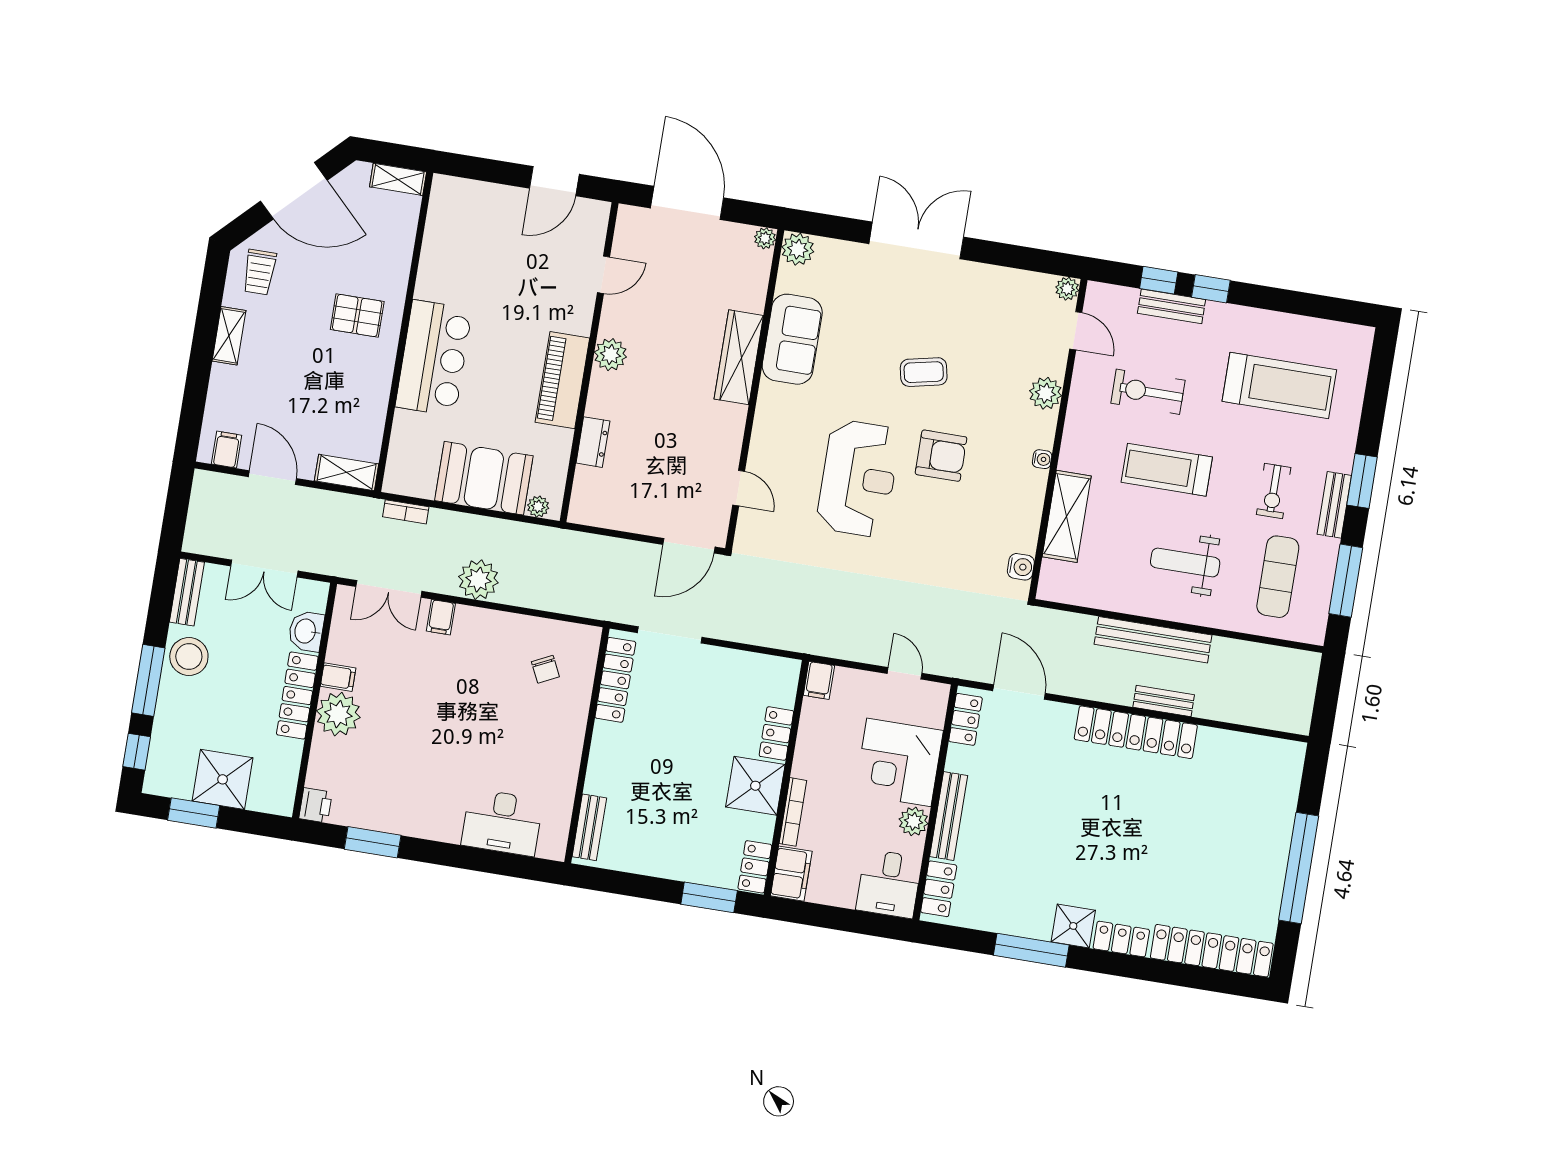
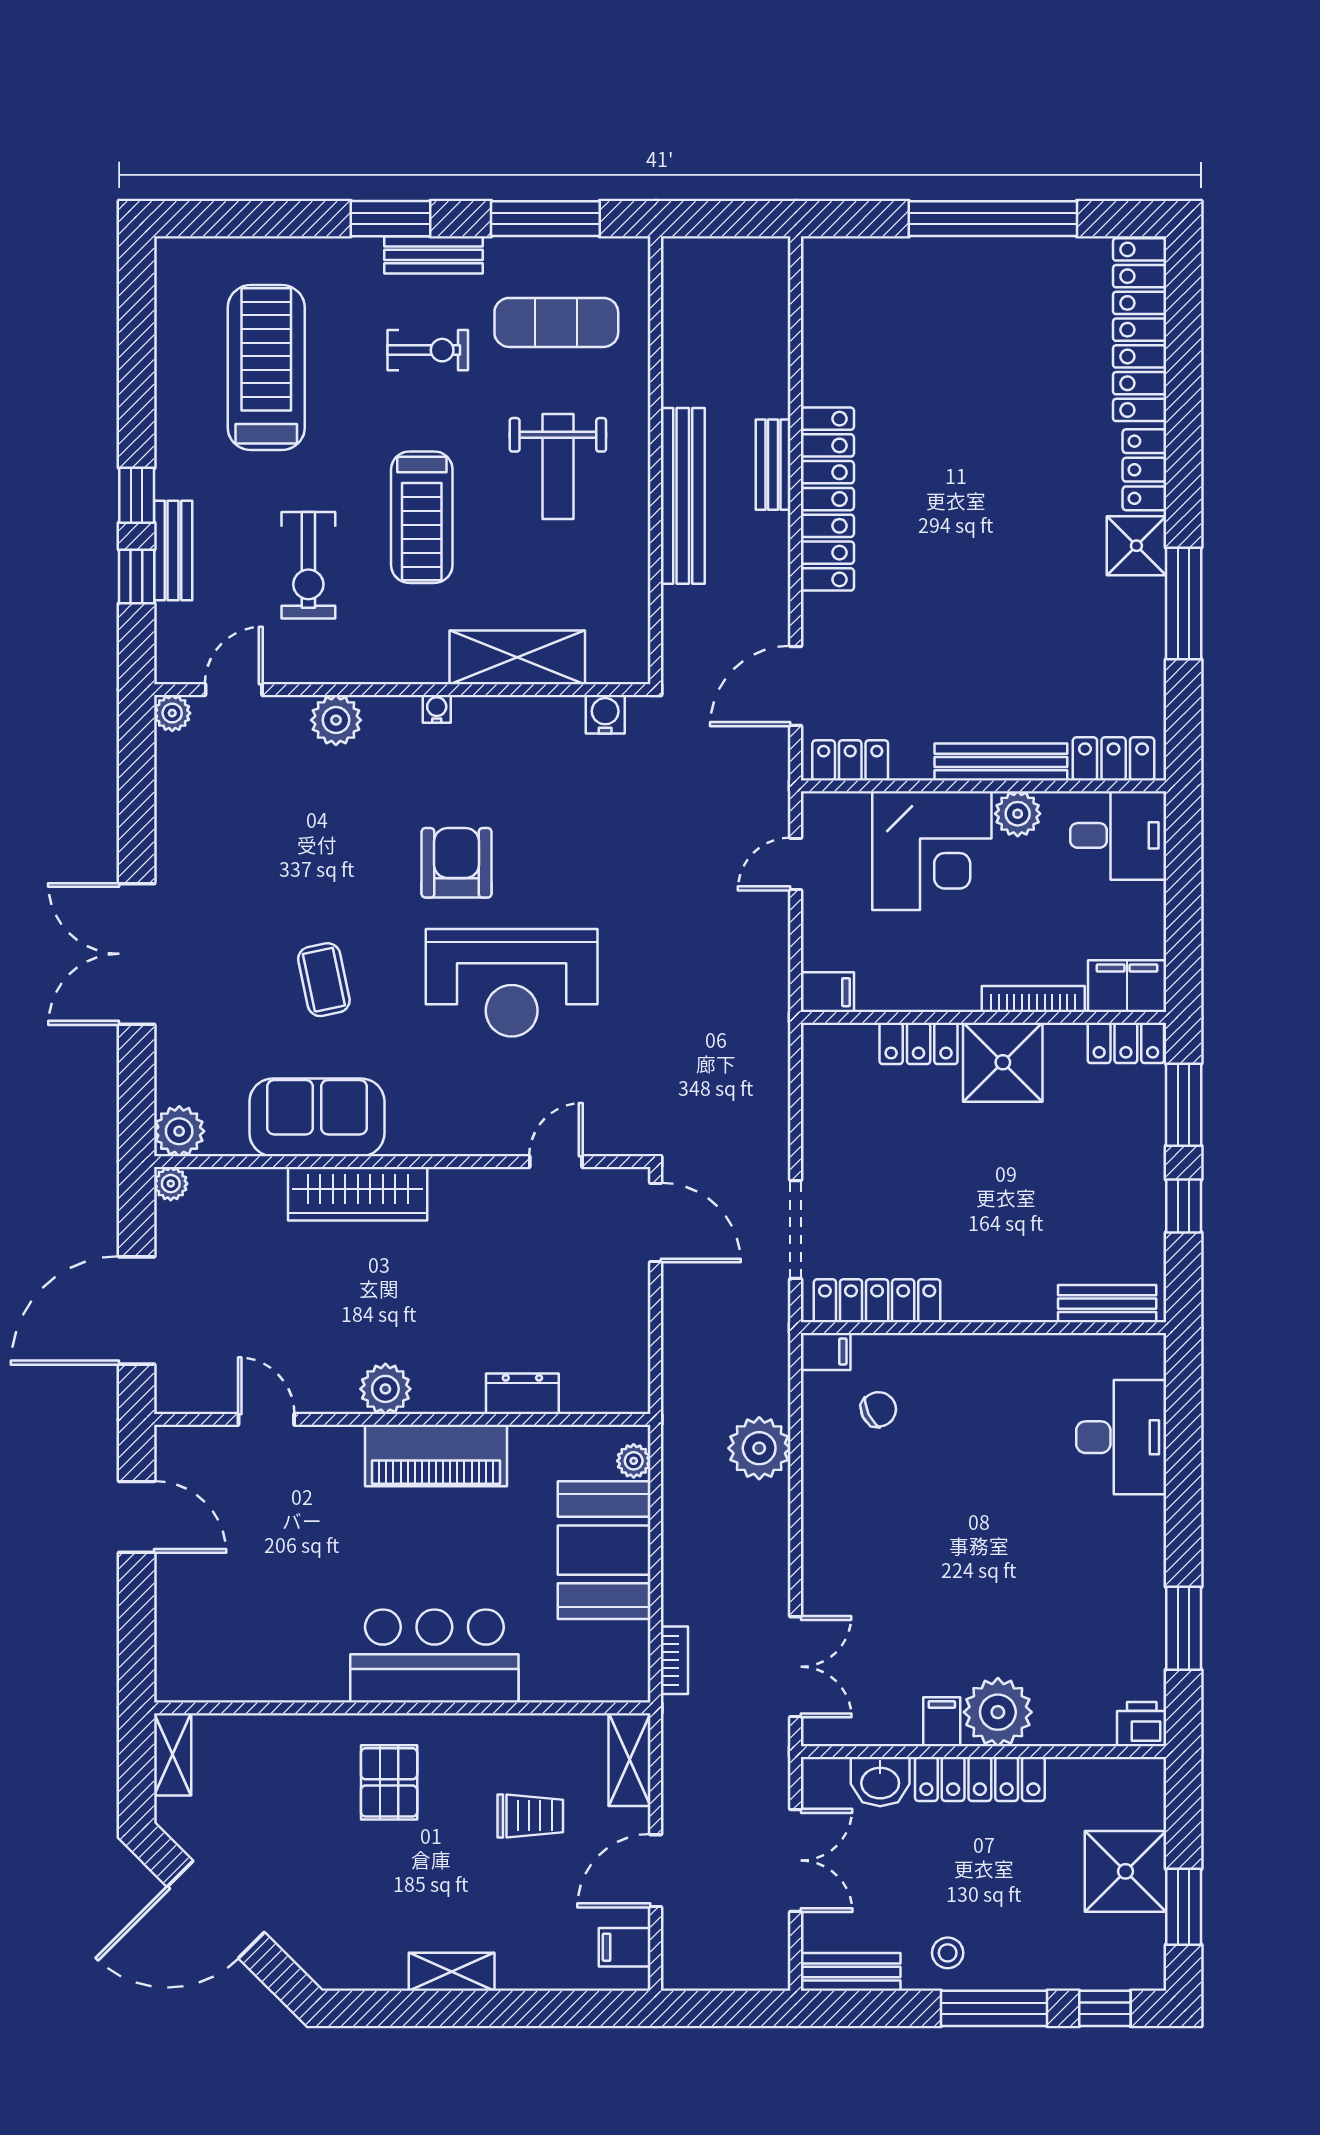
door: (294, 191) -> (216, 1909), swing flipped
trolley: (259, 272) -> (530, 1816), moved
coffee table: (924, 372) -> (324, 980), moved
reception desk: (858, 478) -> (512, 983), turned 180
plant: (478, 580) -> (759, 1448), moved
filing cabinet: (441, 617) -> (826, 1351), moved
stool: (189, 657) -> (948, 1953), width x0.53, depth x0.53
window: (644, 887) -> (1184, 1206), added

